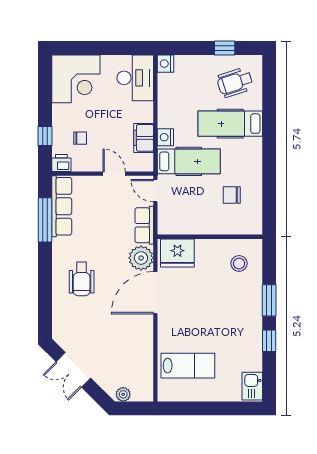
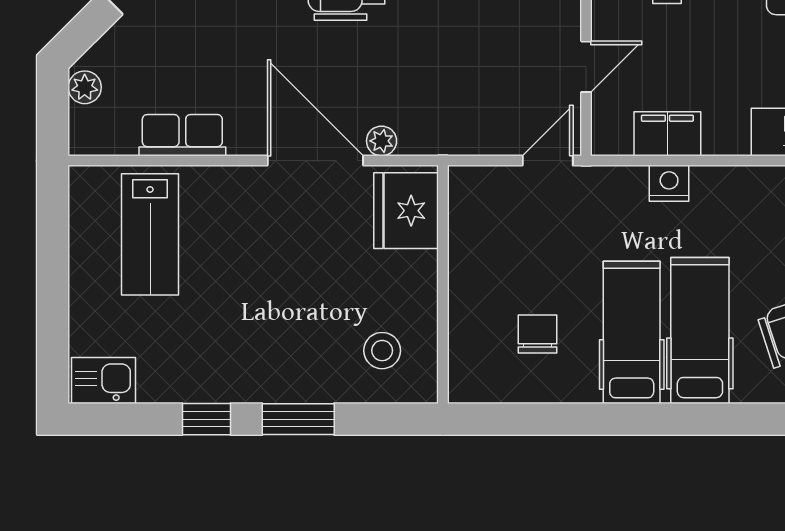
hospital bed: (189, 161) -> (632, 332), moved, turned 180
row of seats: (144, 225) -> (182, 135), moved
plant: (141, 258) -> (382, 141), width x0.53, depth x0.53

